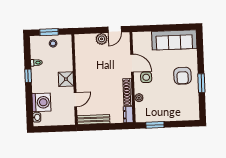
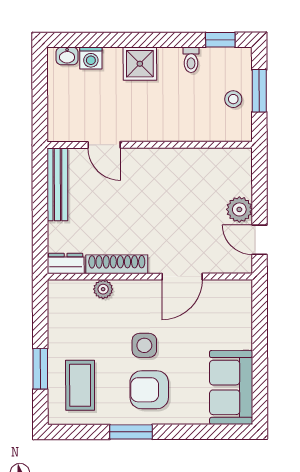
sofa: (174, 40) -> (231, 387), width x0.73
window: (28, 76) -> (220, 40), moved
side table: (146, 77) -> (144, 345), moved
shower: (66, 79) -> (140, 64), moved
washing machine: (41, 102) -> (91, 58), width x0.53, depth x0.53
coffee table: (182, 106) -> (80, 385), added
window: (155, 125) -> (40, 369), moved

